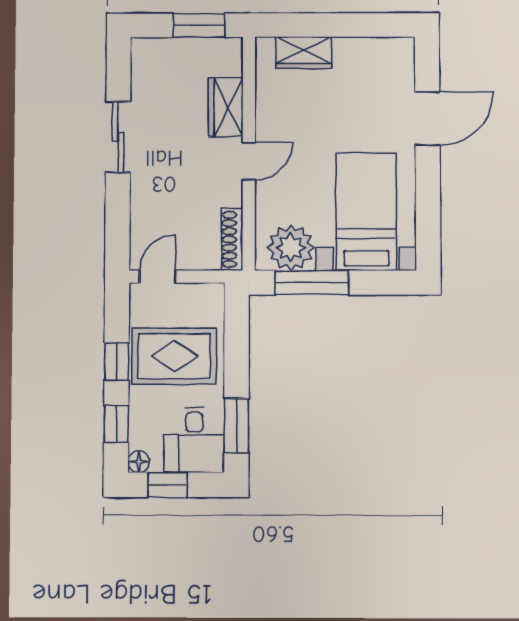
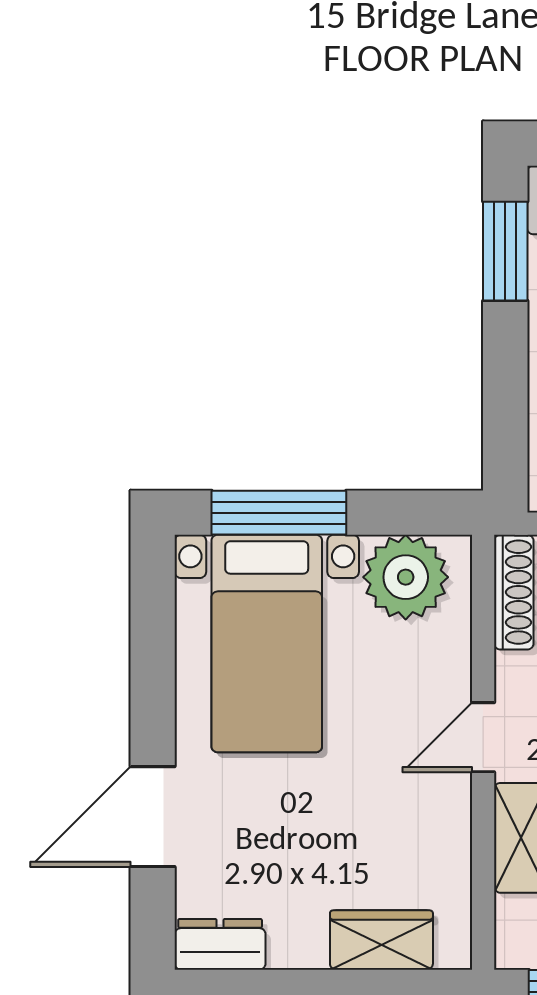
dresser: (391, 50) -> (220, 944), added
window: (312, 283) -> (279, 513), moved

